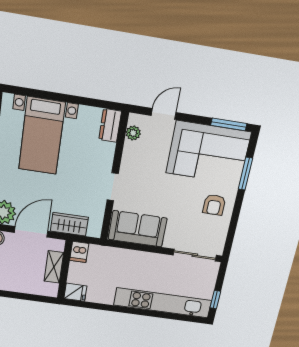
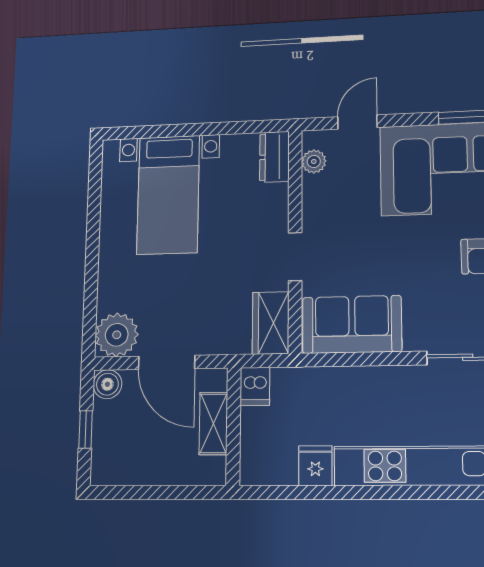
wardrobe: (69, 224) -> (271, 323), moved, turned -90
door: (31, 232) -> (167, 362), swing flipped
fridge: (75, 292) -> (315, 466), moved, turned -90

